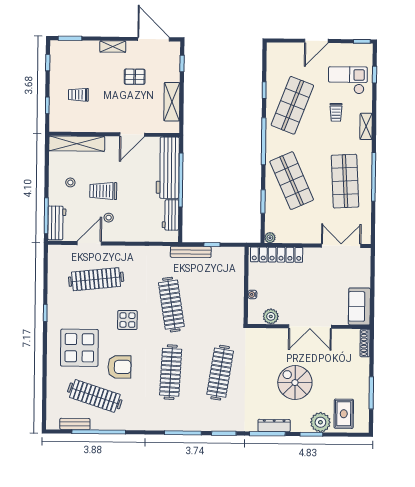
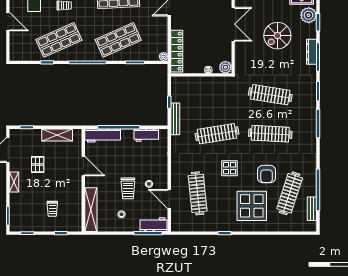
shop shelf: (292, 105) -> (59, 40), turned -45
workbench: (168, 168) -> (103, 136), width x0.73, depth x0.76
plant: (271, 316) -> (225, 67), moved
armchair: (119, 367) -> (267, 174), turned 180

